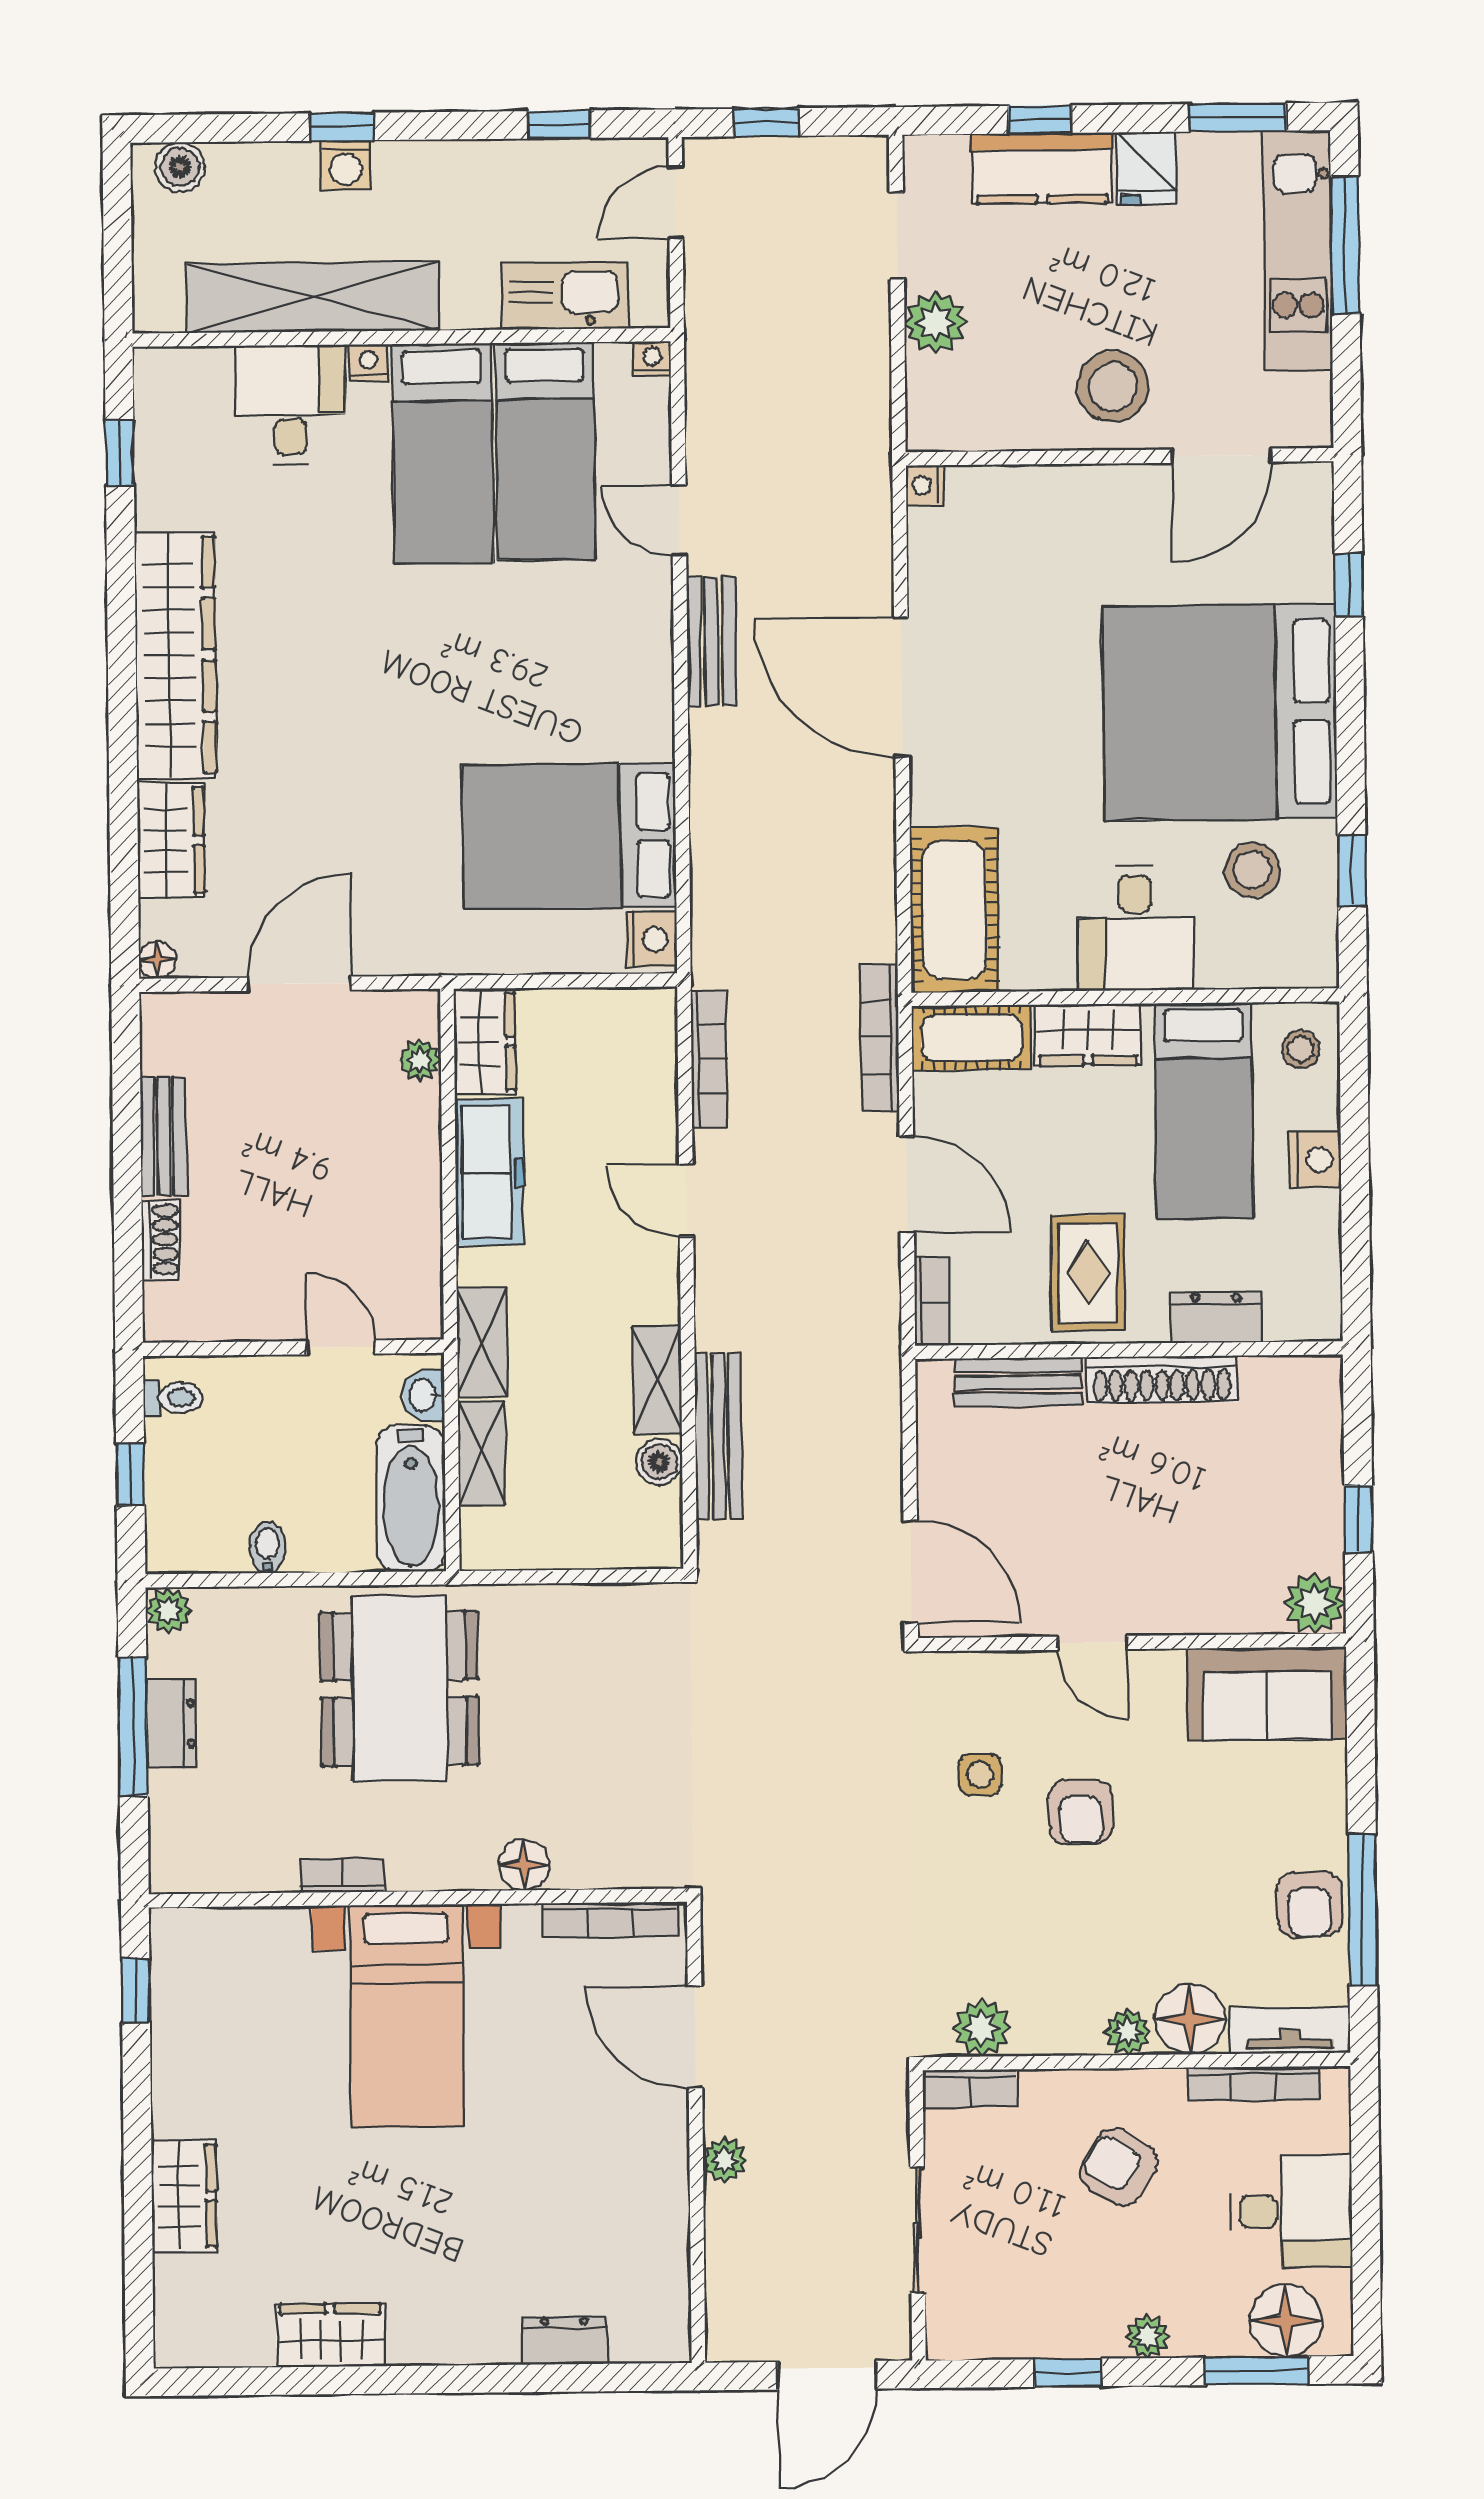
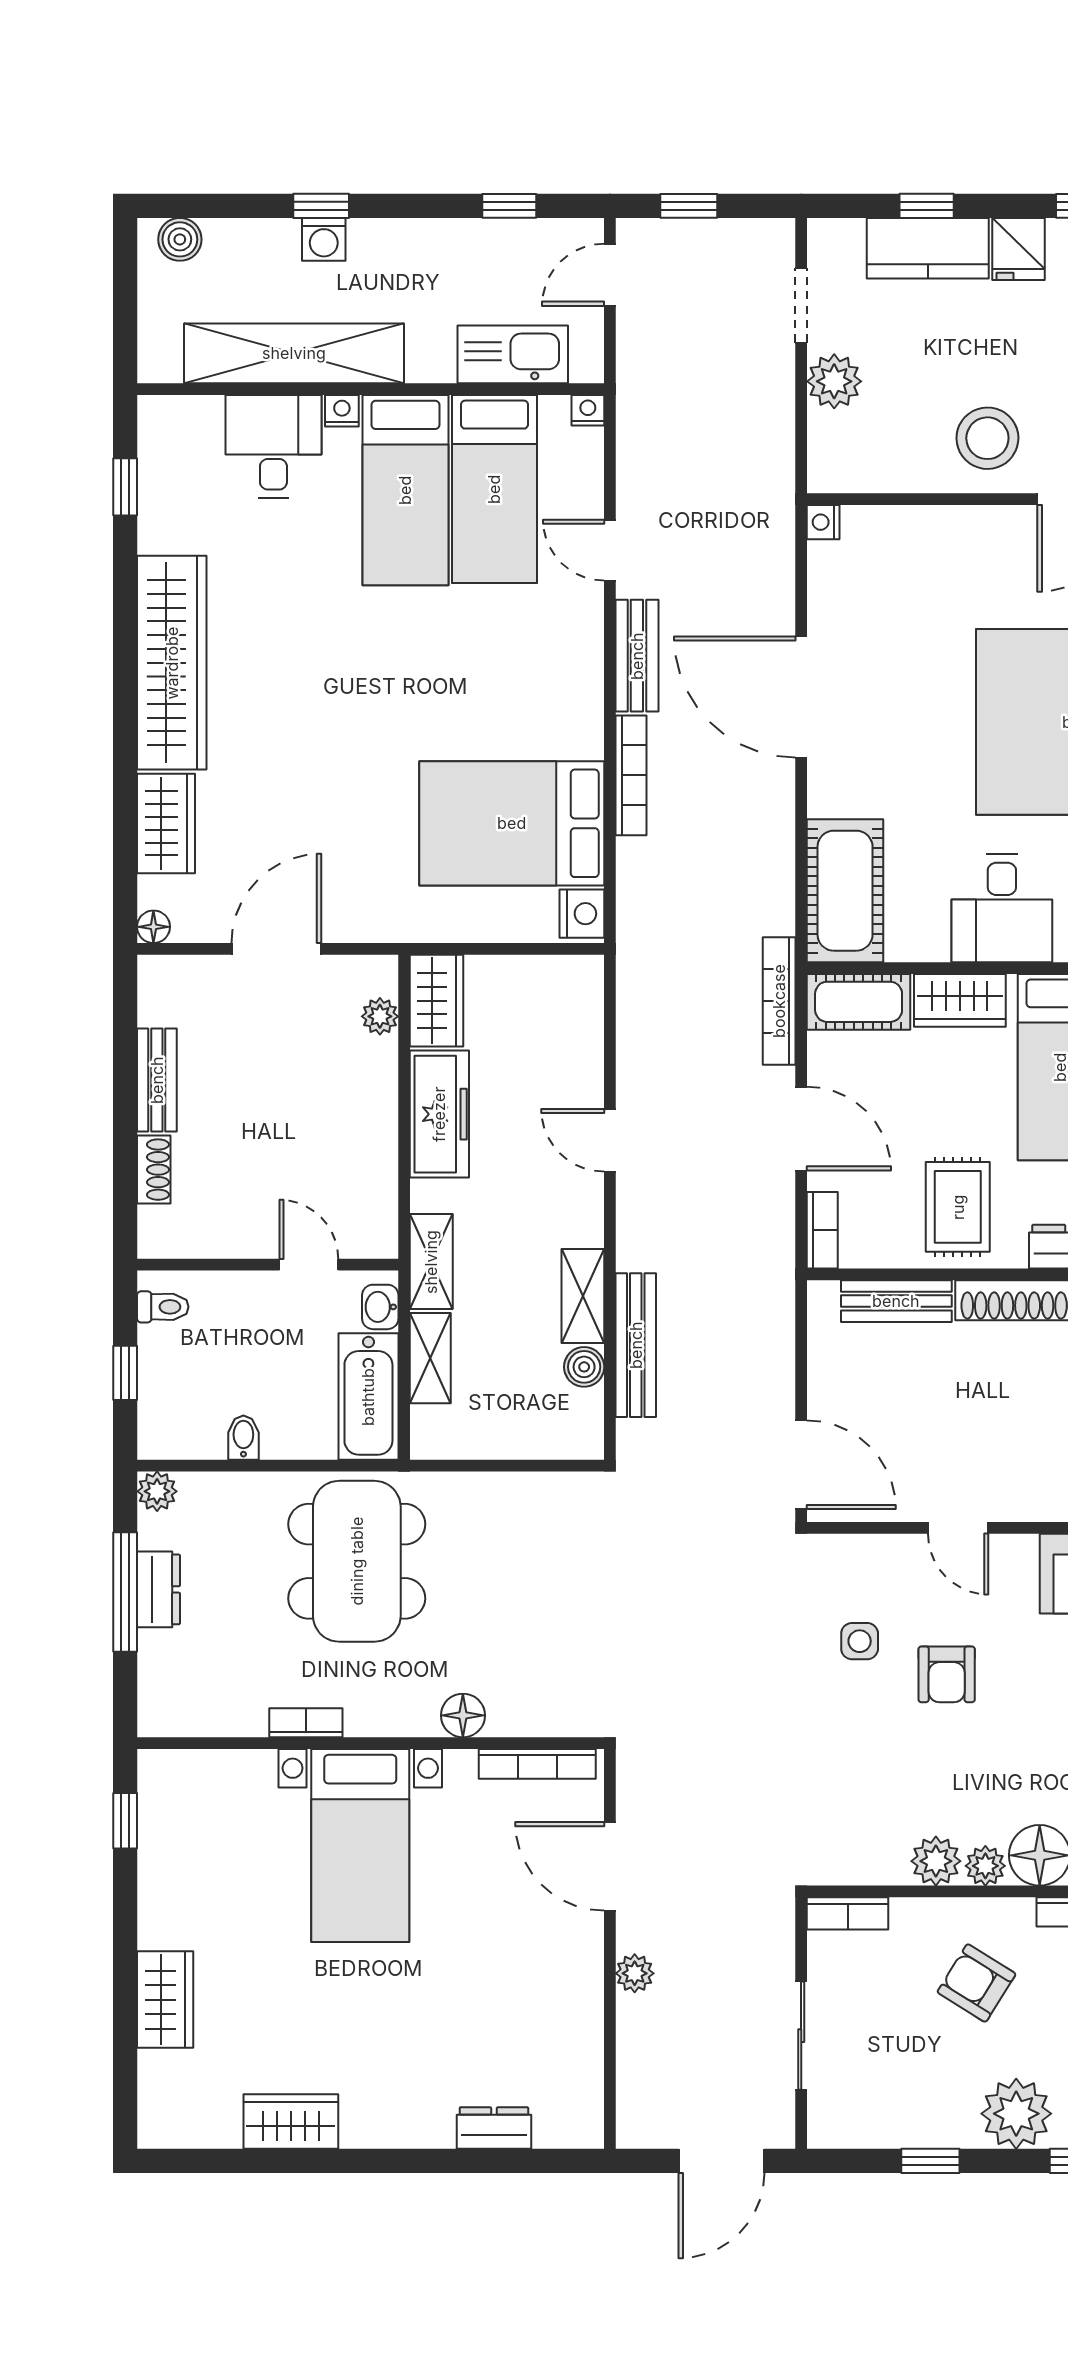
bookcase: (709, 1059) -> (631, 775), moved
plant: (982, 2028) -> (936, 1861), moved
plant: (1148, 2336) -> (1016, 2114), width x1.88, depth x1.88

